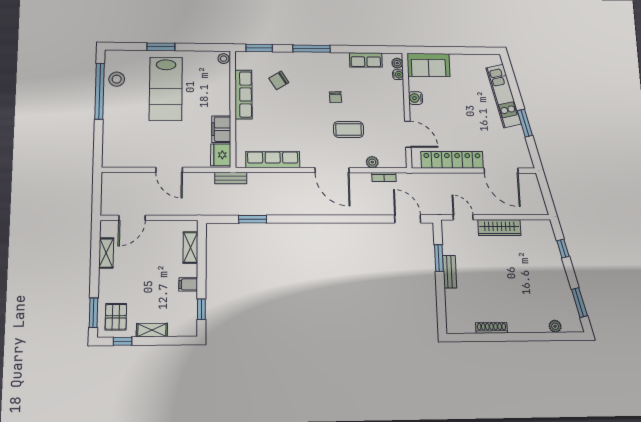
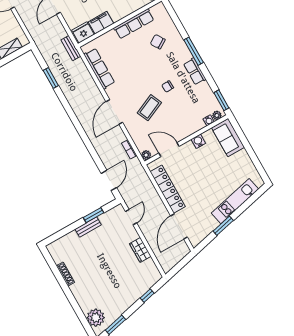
window: (259, 48) -> (221, 100), moved
row of seats: (366, 60) -> (195, 71), moved
coffee table: (349, 129) -> (149, 108), turned 66
door: (408, 134) -> (169, 150), swing flipped
plant: (372, 162) -> (146, 155), moved
wardrobe: (499, 228) -> (140, 250), width x0.67
plant: (555, 326) -> (96, 318), width x1.88, depth x1.88

